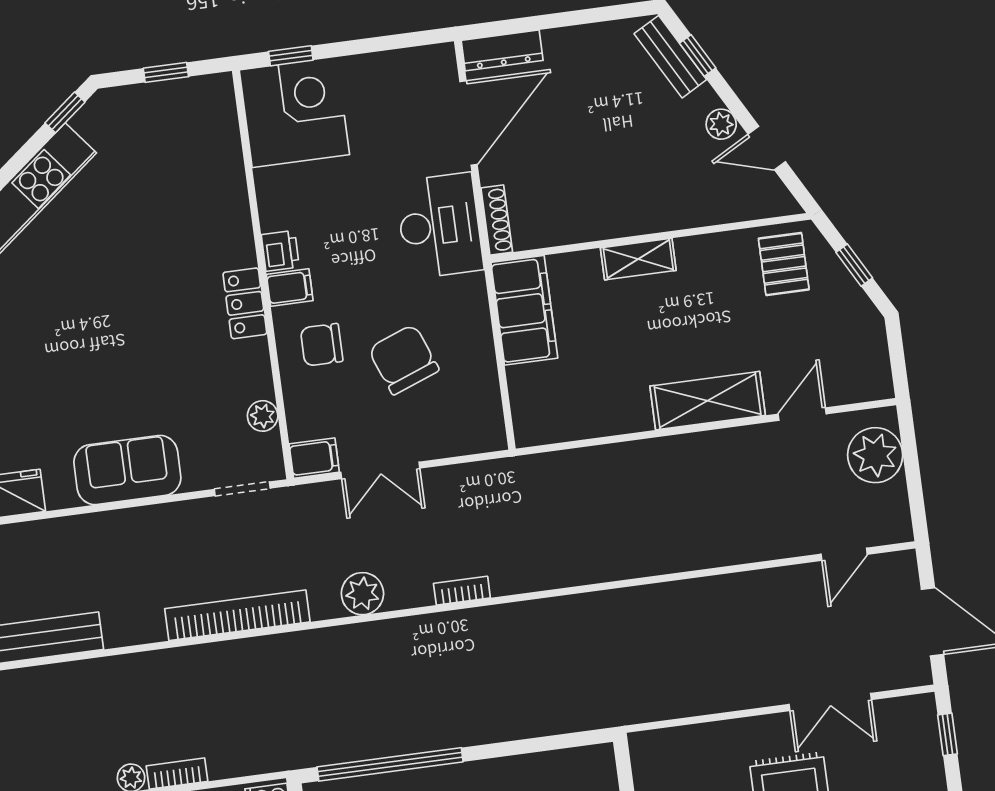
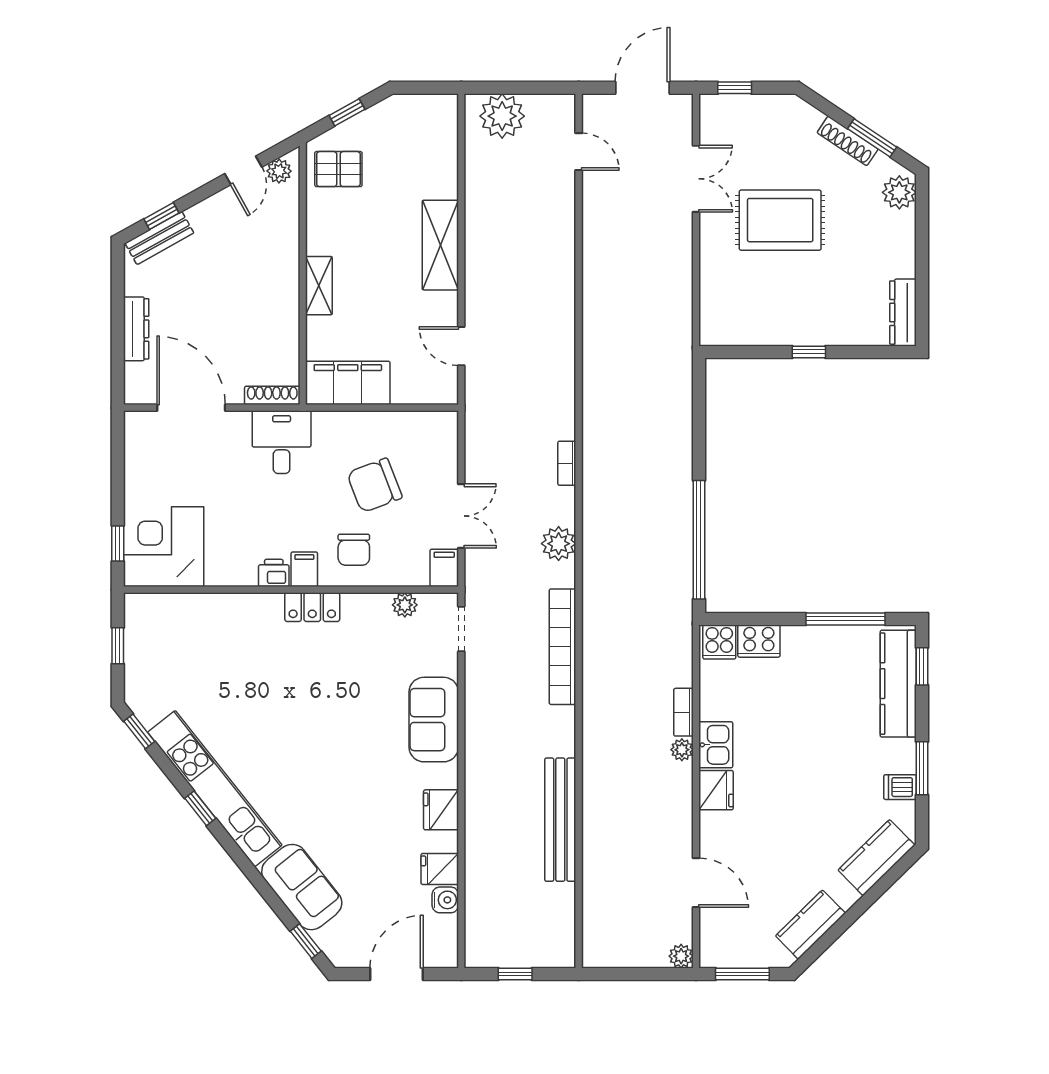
dresser: (502, 50) -> (136, 329), moved
plant: (721, 124) -> (279, 171), moved
desk: (439, 226) -> (282, 442), width x0.73
door: (802, 414) -> (461, 346), moved

